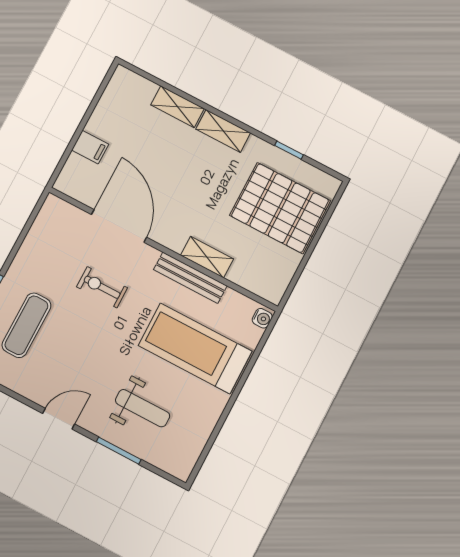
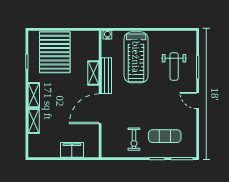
filing cabinet: (90, 147) -> (72, 150), width x2.00
door: (119, 226) -> (100, 109), moved
exercise bike: (102, 287) -> (134, 139), moved
weight bench: (143, 408) -> (174, 67), turned 180

